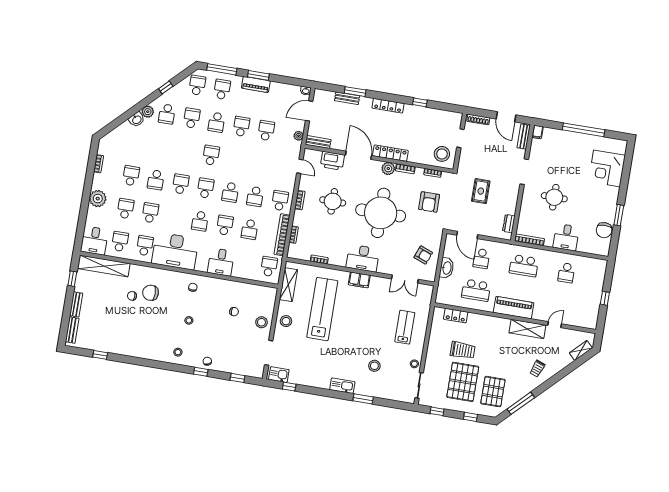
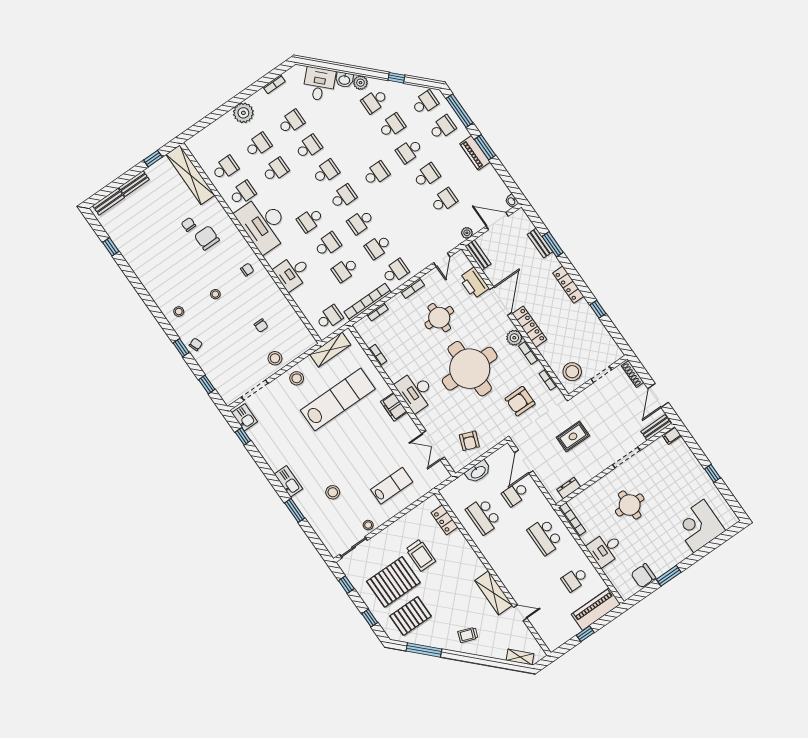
window: (584, 130) -> (712, 473), width x0.32
school desk: (156, 180) -> (309, 147), turned 180
desk: (94, 241) -> (319, 84), moved, turned 135
piano: (514, 308) -> (596, 609), moved, turned -90

